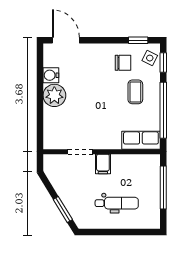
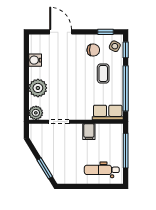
door: (66, 40) -> (61, 32), moved
plant: (54, 95) -> (38, 88), moved
plant: (52, 141) -> (36, 113), added
filing cabinet: (103, 164) -> (89, 132), moved
dental chair: (117, 203) -> (102, 170), moved, turned 180

